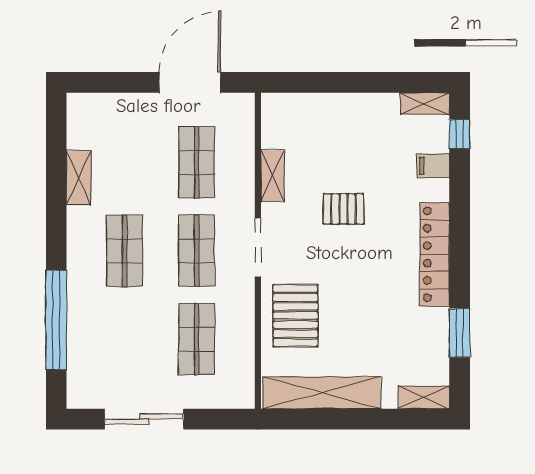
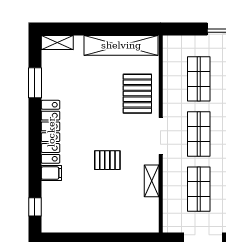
shelving: (425, 104) -> (57, 226), removed
filing cabinet: (433, 166) -> (51, 173), moved

